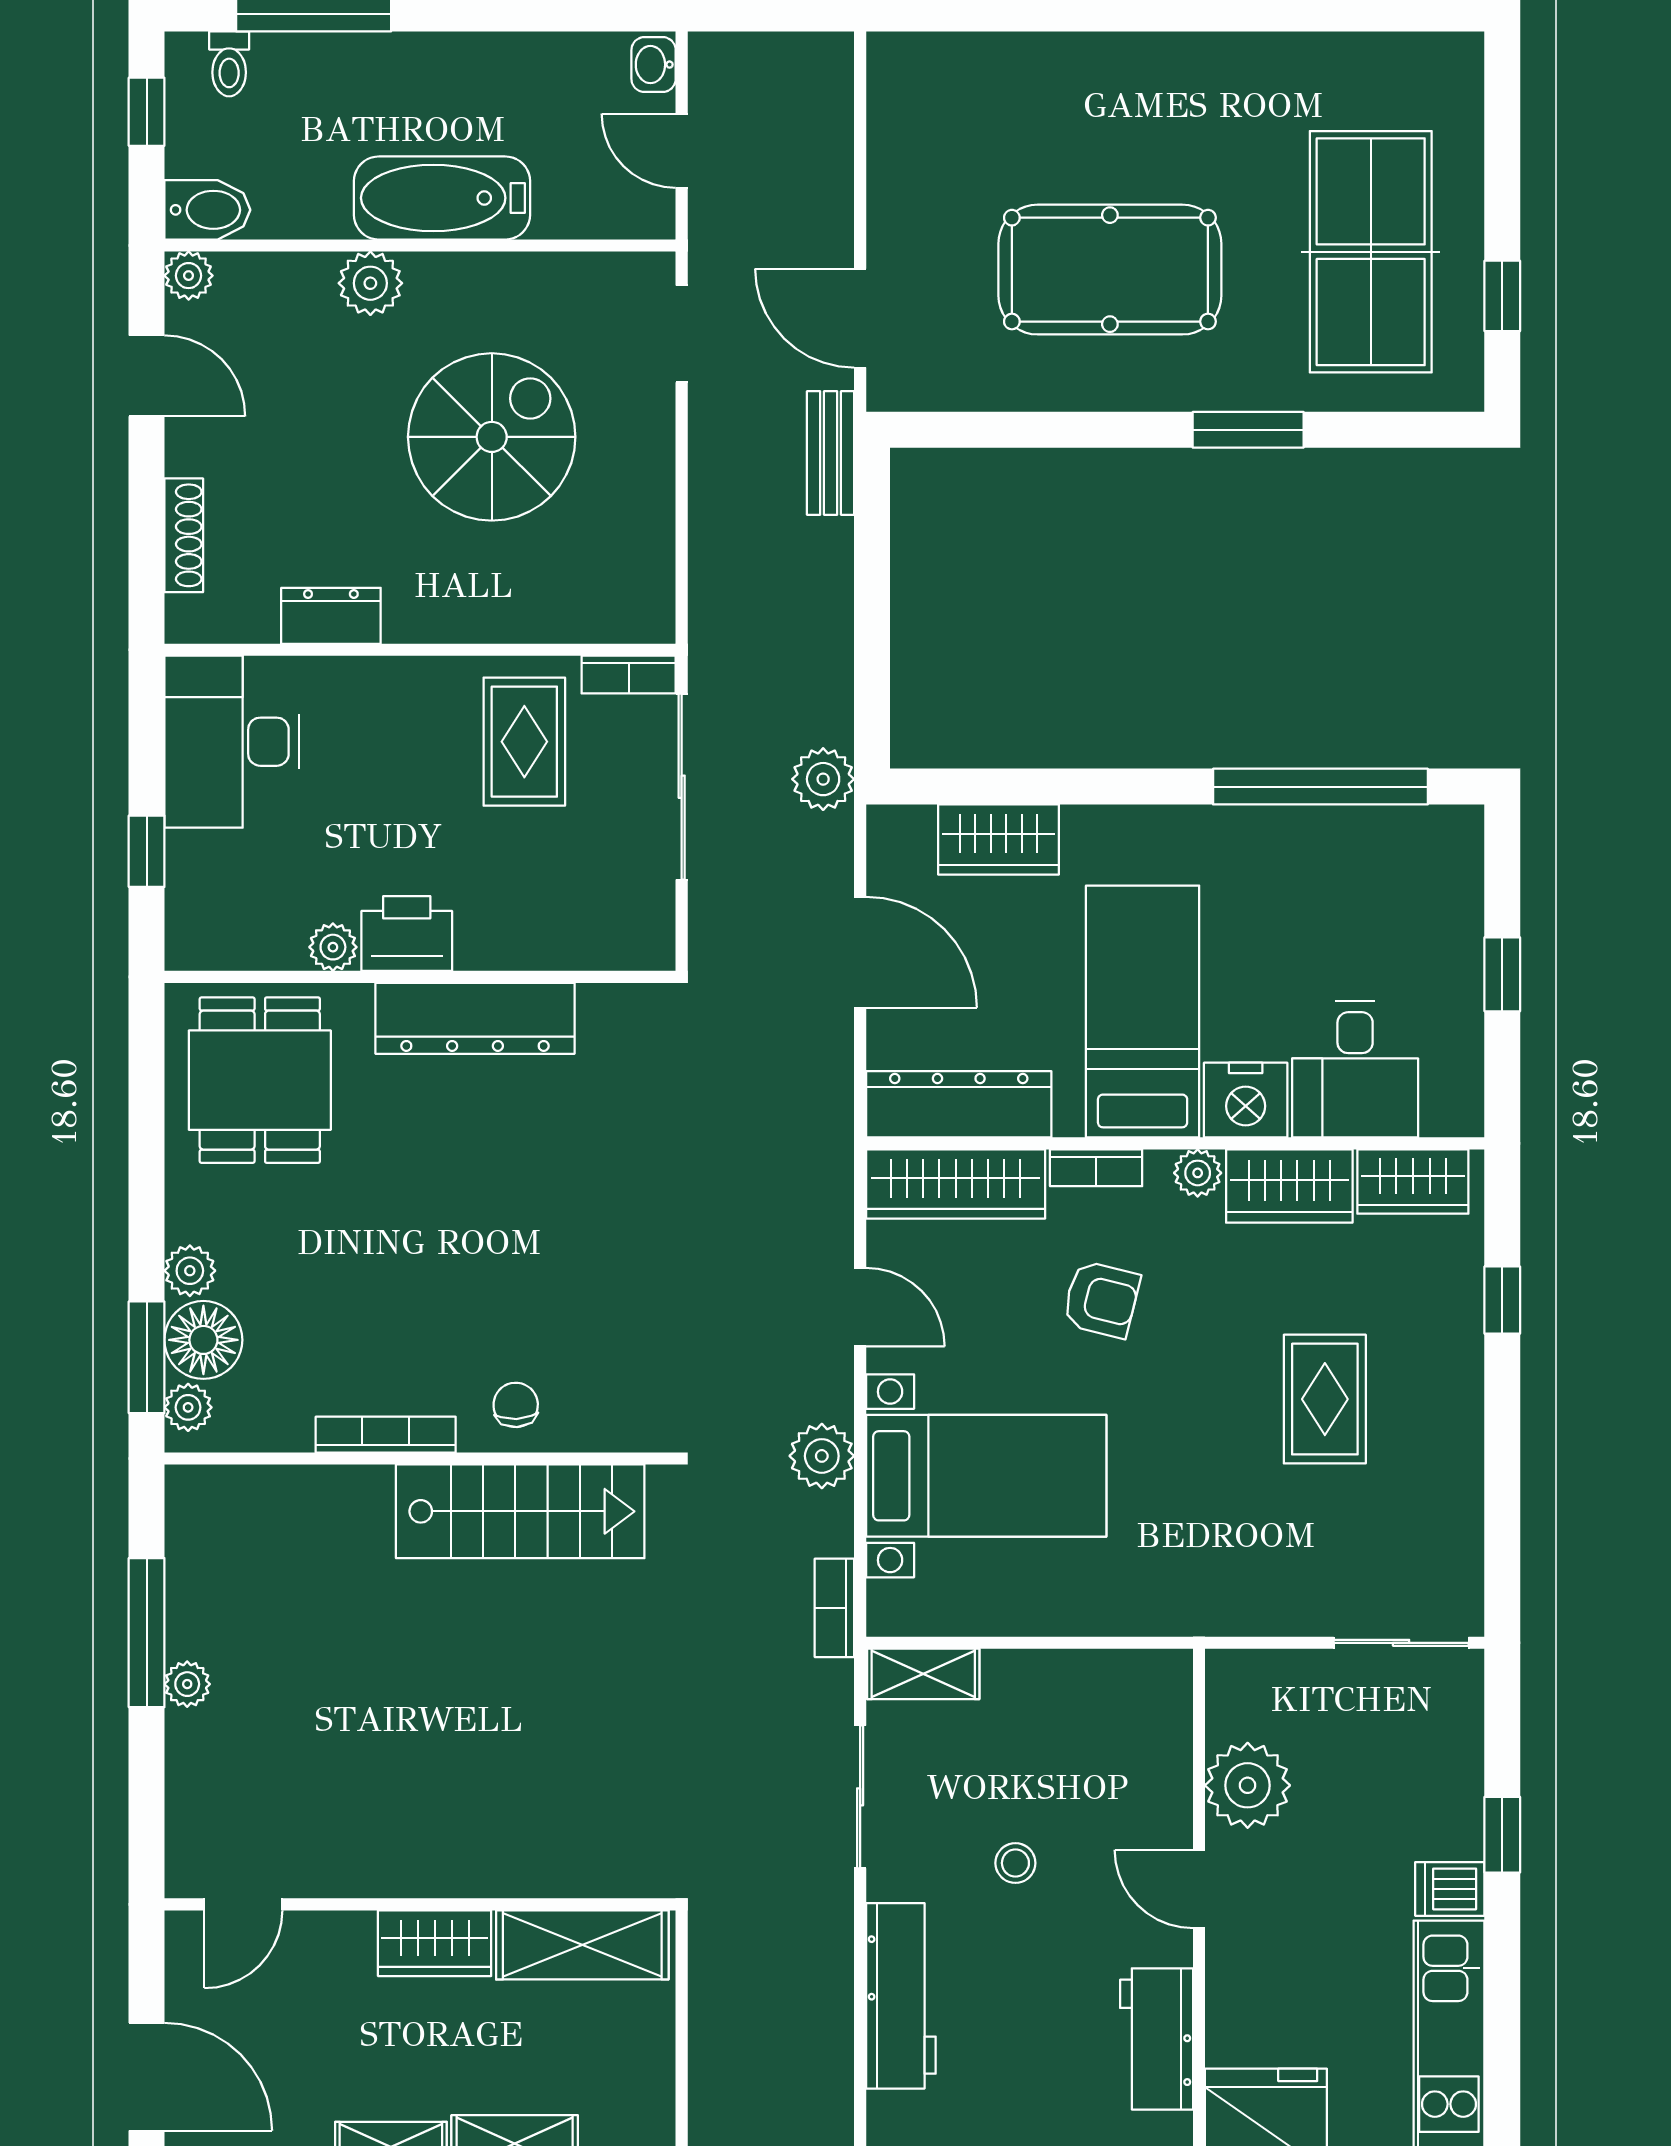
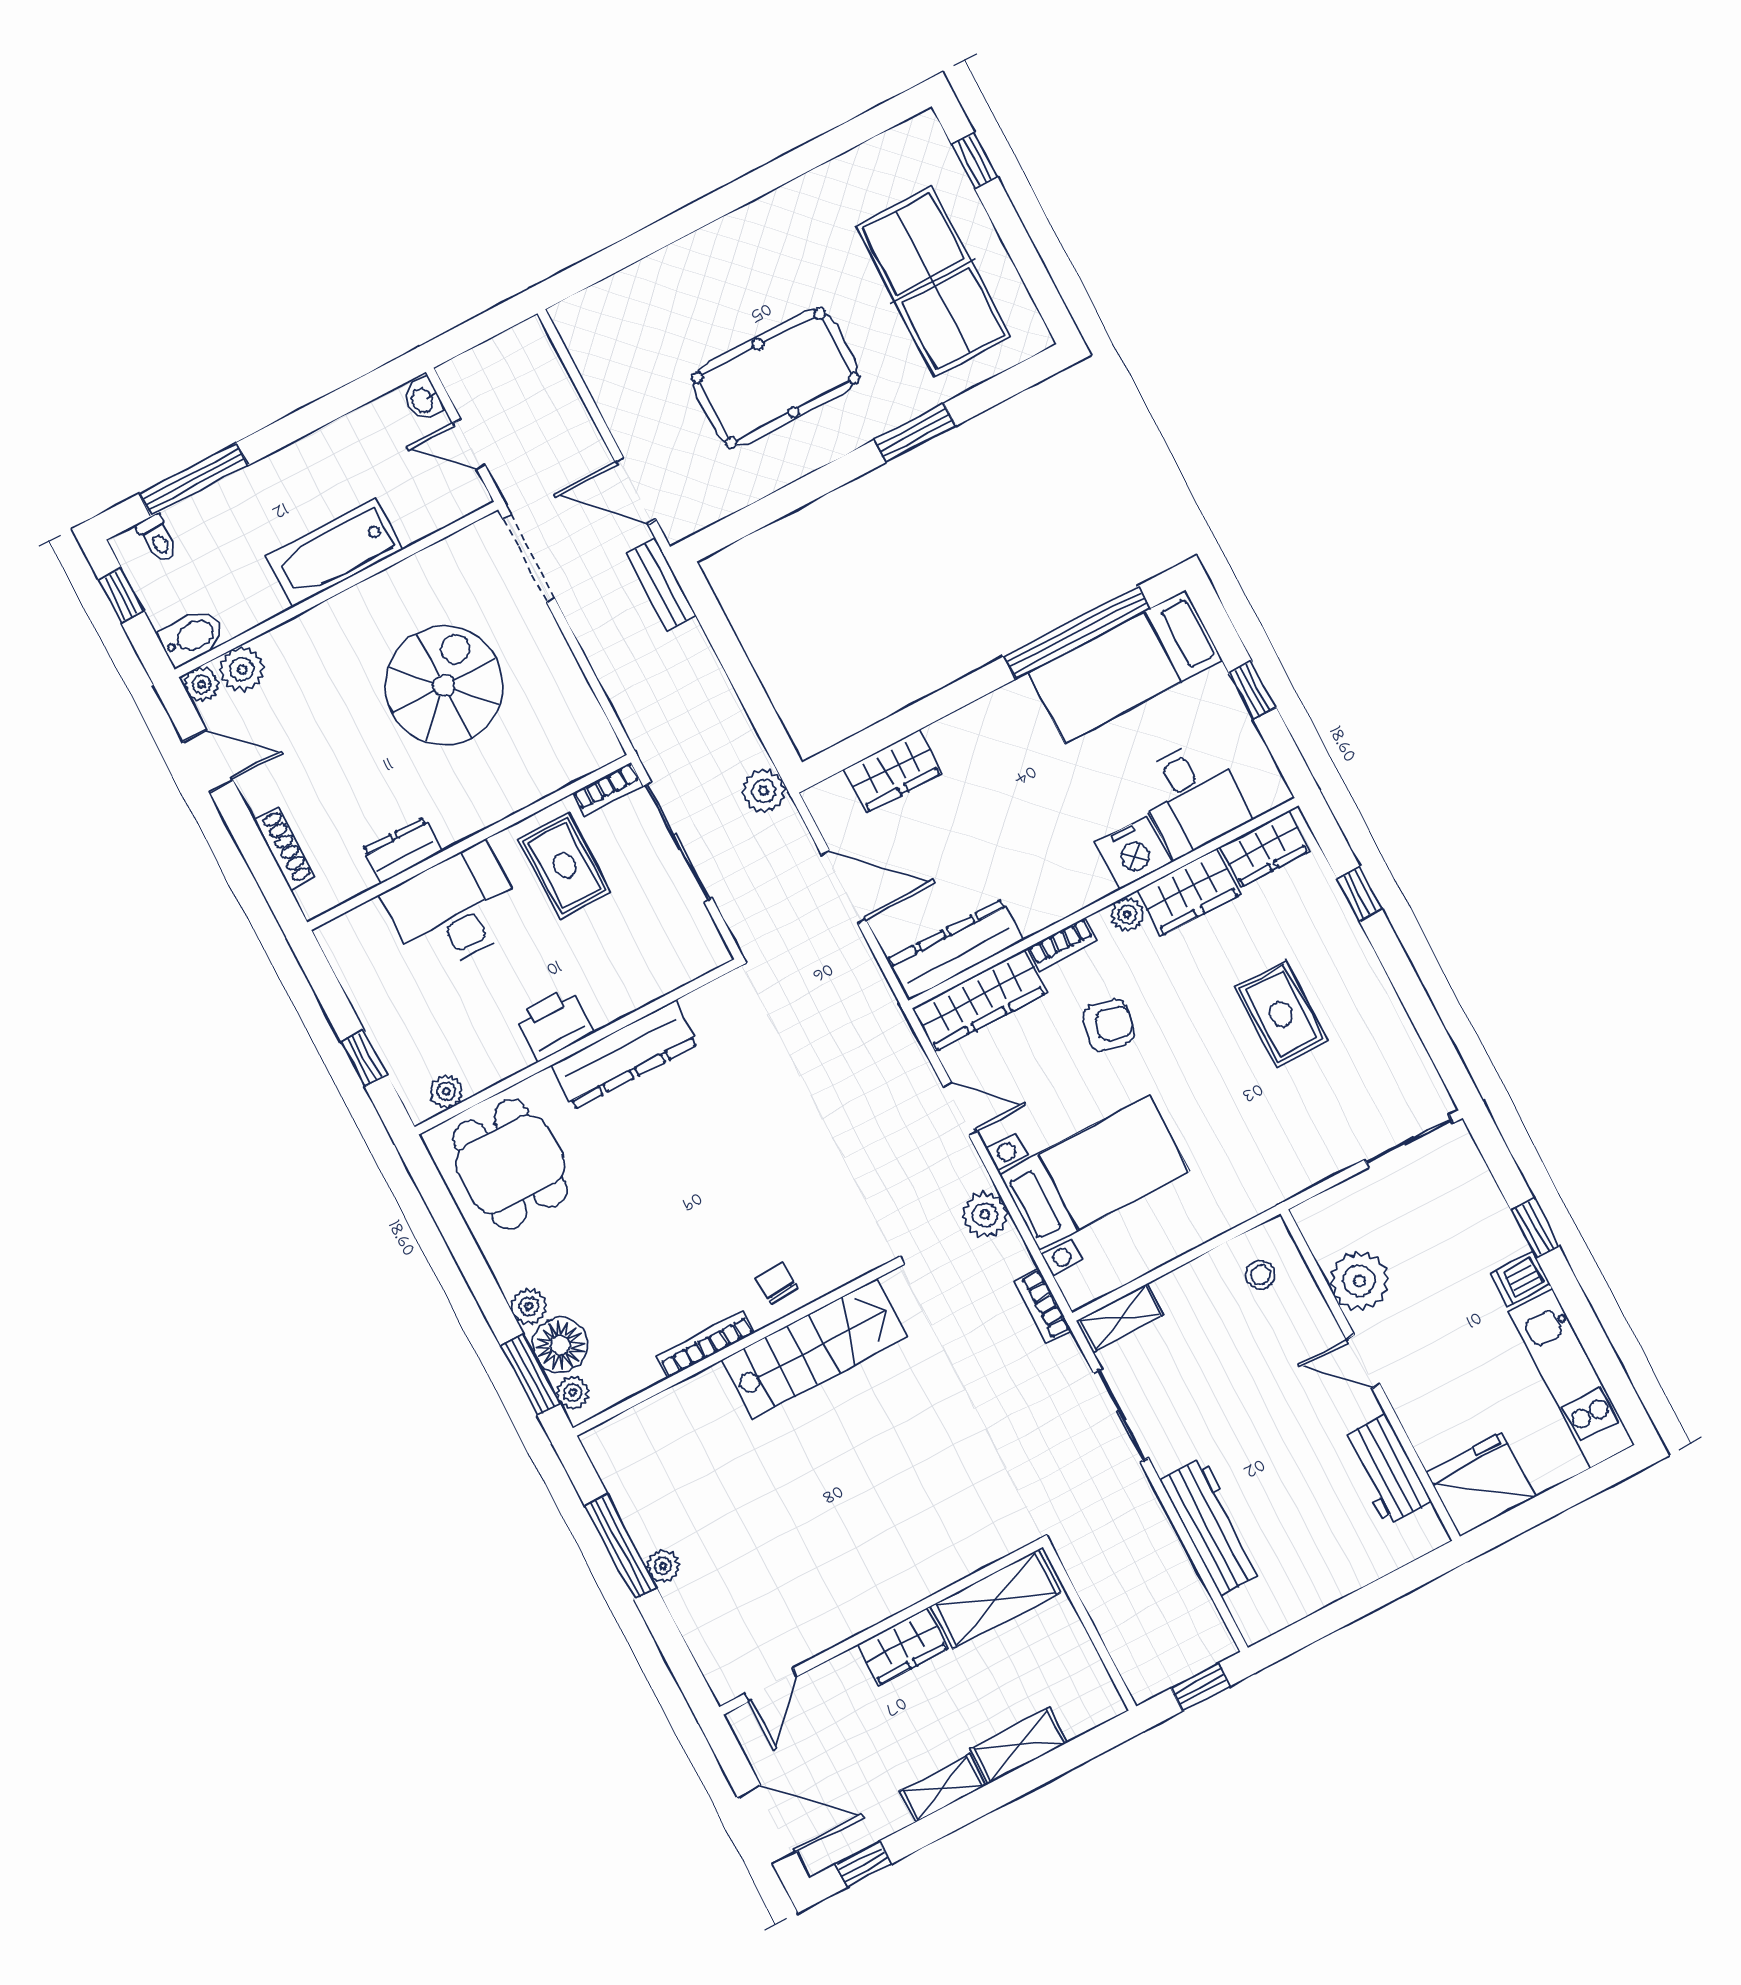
plant: (370, 283) -> (242, 669), moved
window: (1502, 296) -> (975, 161), moved
doorway: (682, 334) -> (529, 559), width x1.38
desk: (232, 742) -> (454, 909), moved, turned 90
plant: (333, 947) -> (446, 1092), moved
bed: (1143, 1011) -> (1125, 666), moved, turned -90
stool: (1015, 1863) -> (1261, 1275), moved

